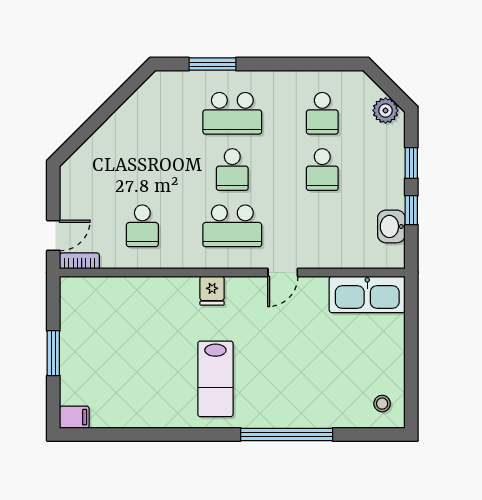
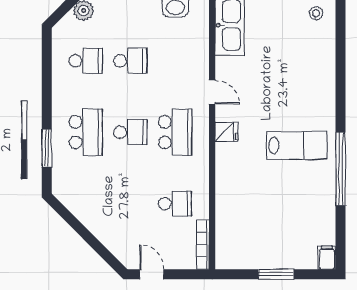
door: (53, 235) -> (152, 274), moved
bookcase: (79, 261) -> (203, 245), width x1.56
fridge: (212, 291) -> (227, 132), moved
window: (287, 434) -> (341, 169), moved

